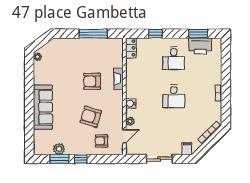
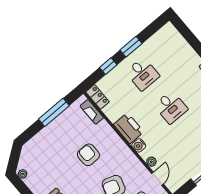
window: (198, 34) -> (131, 47), moved
printer: (200, 46) -> (129, 128), moved, turned -90
fireplace: (119, 79) -> (92, 112), moved
armchair: (92, 81) -> (88, 155), turned 90

